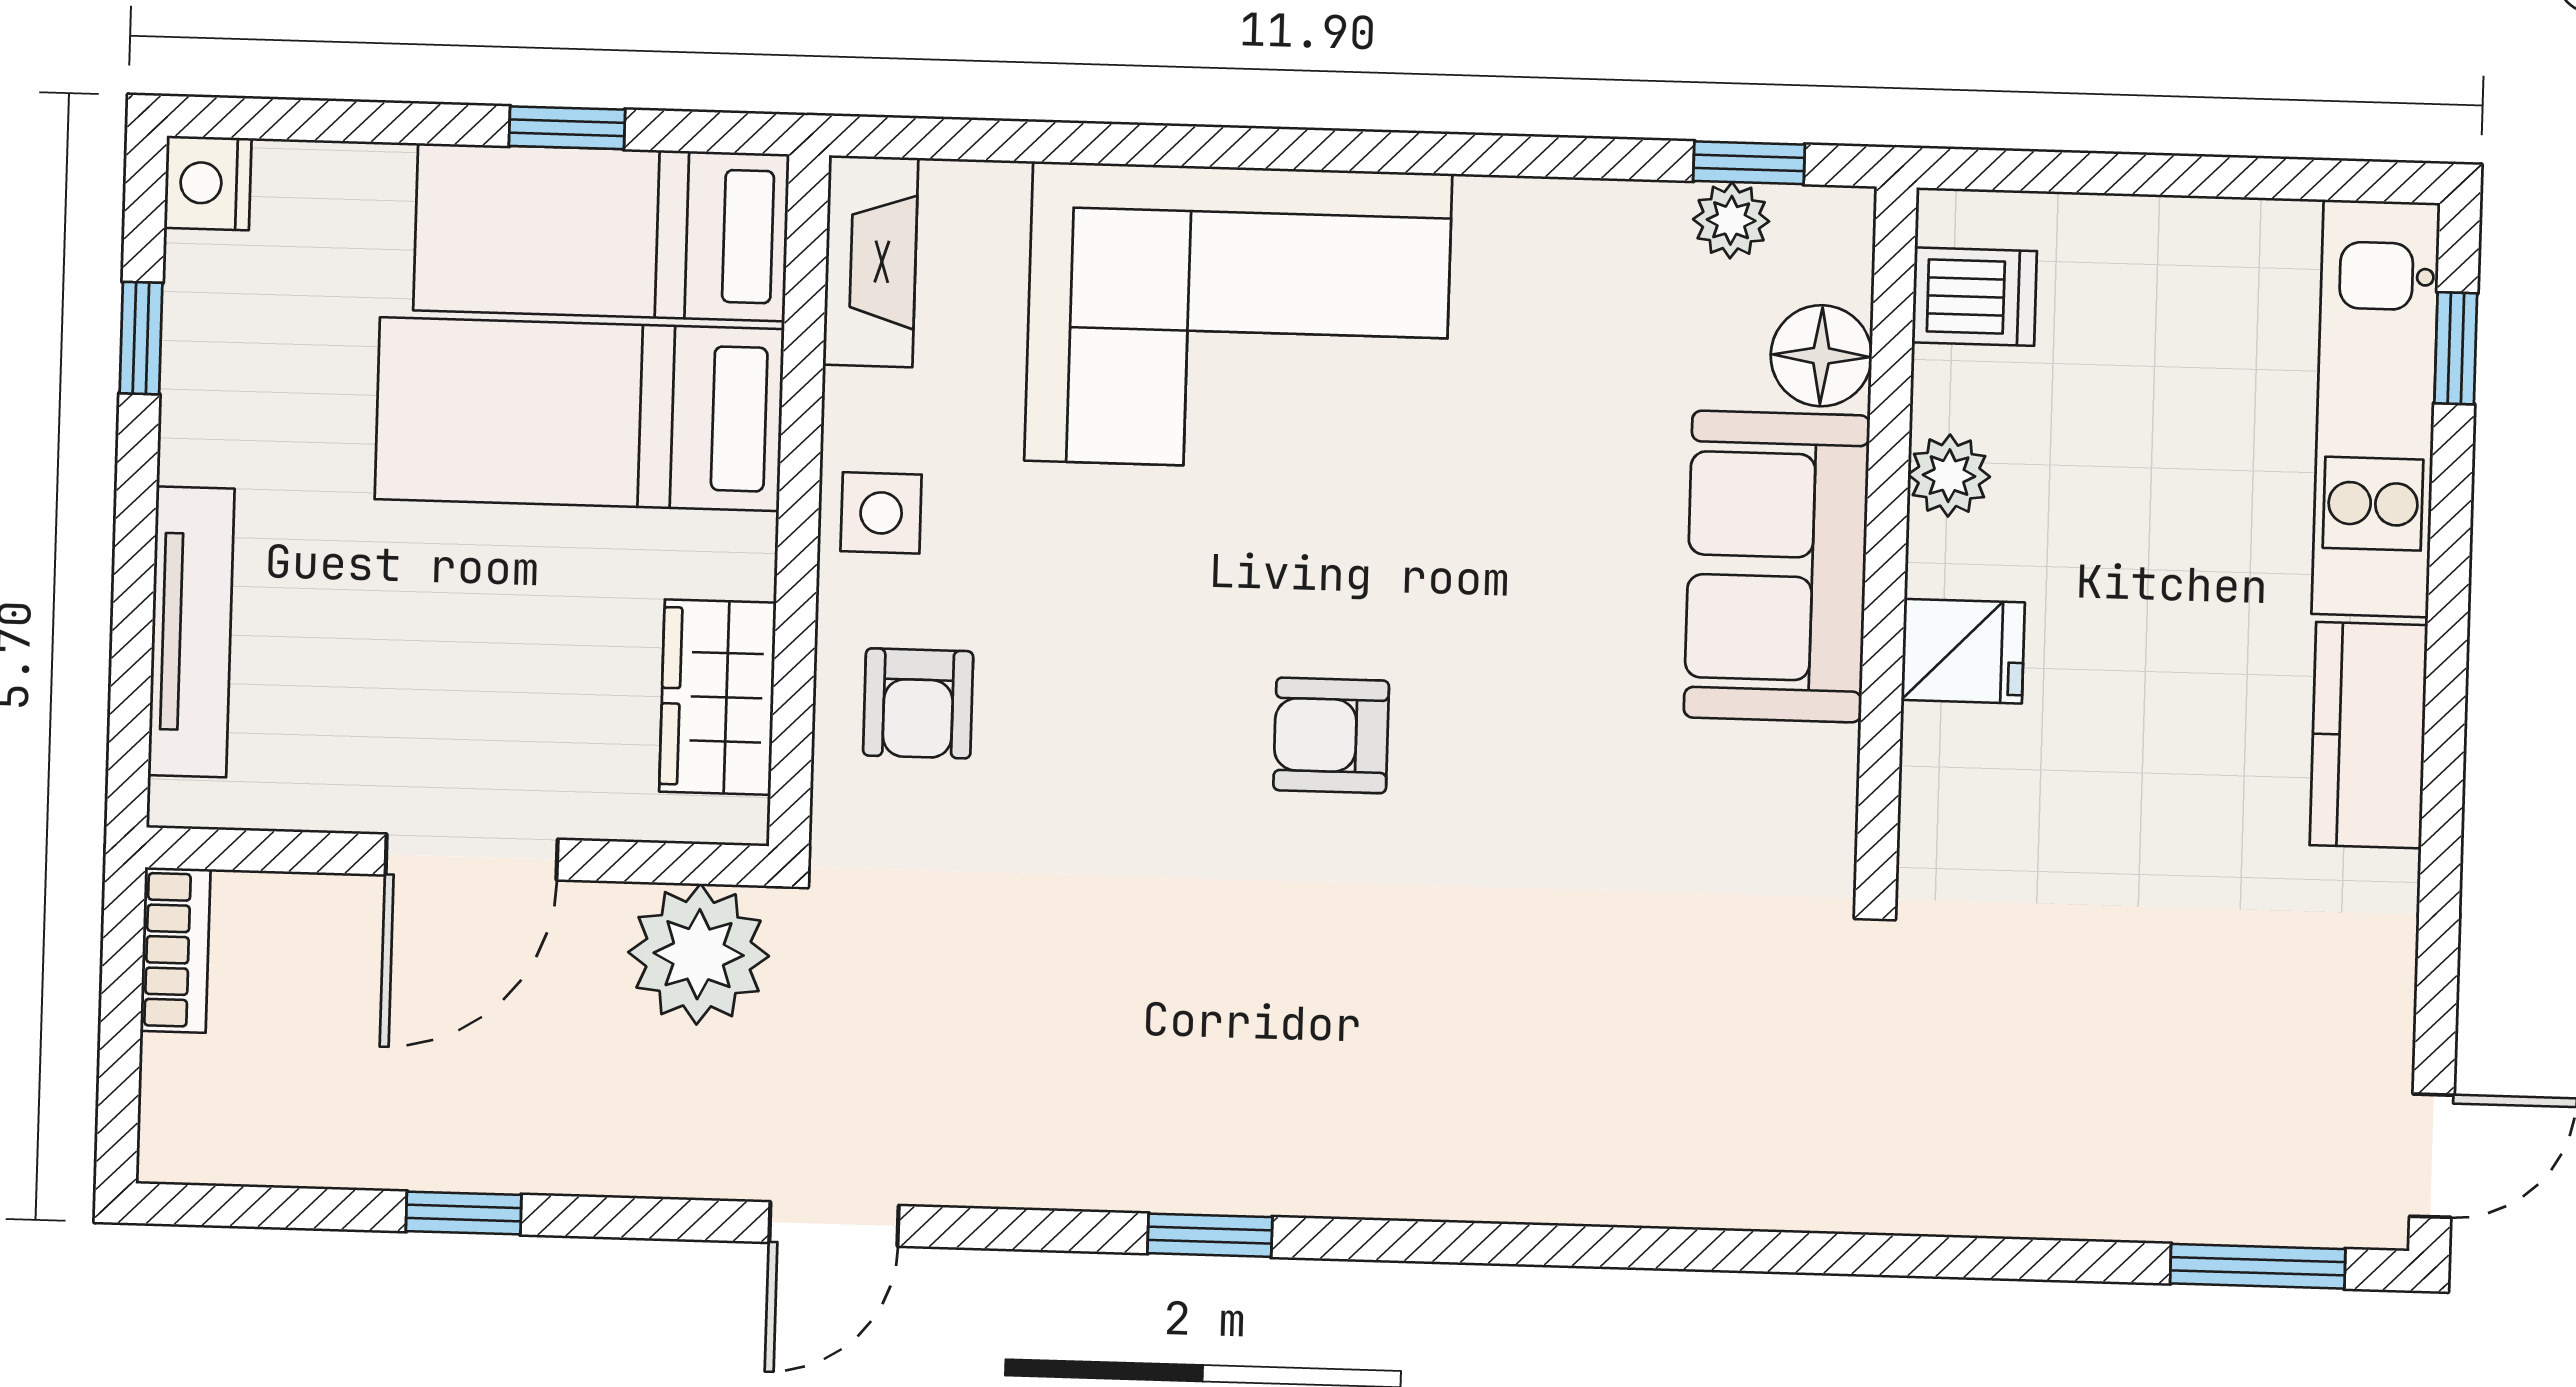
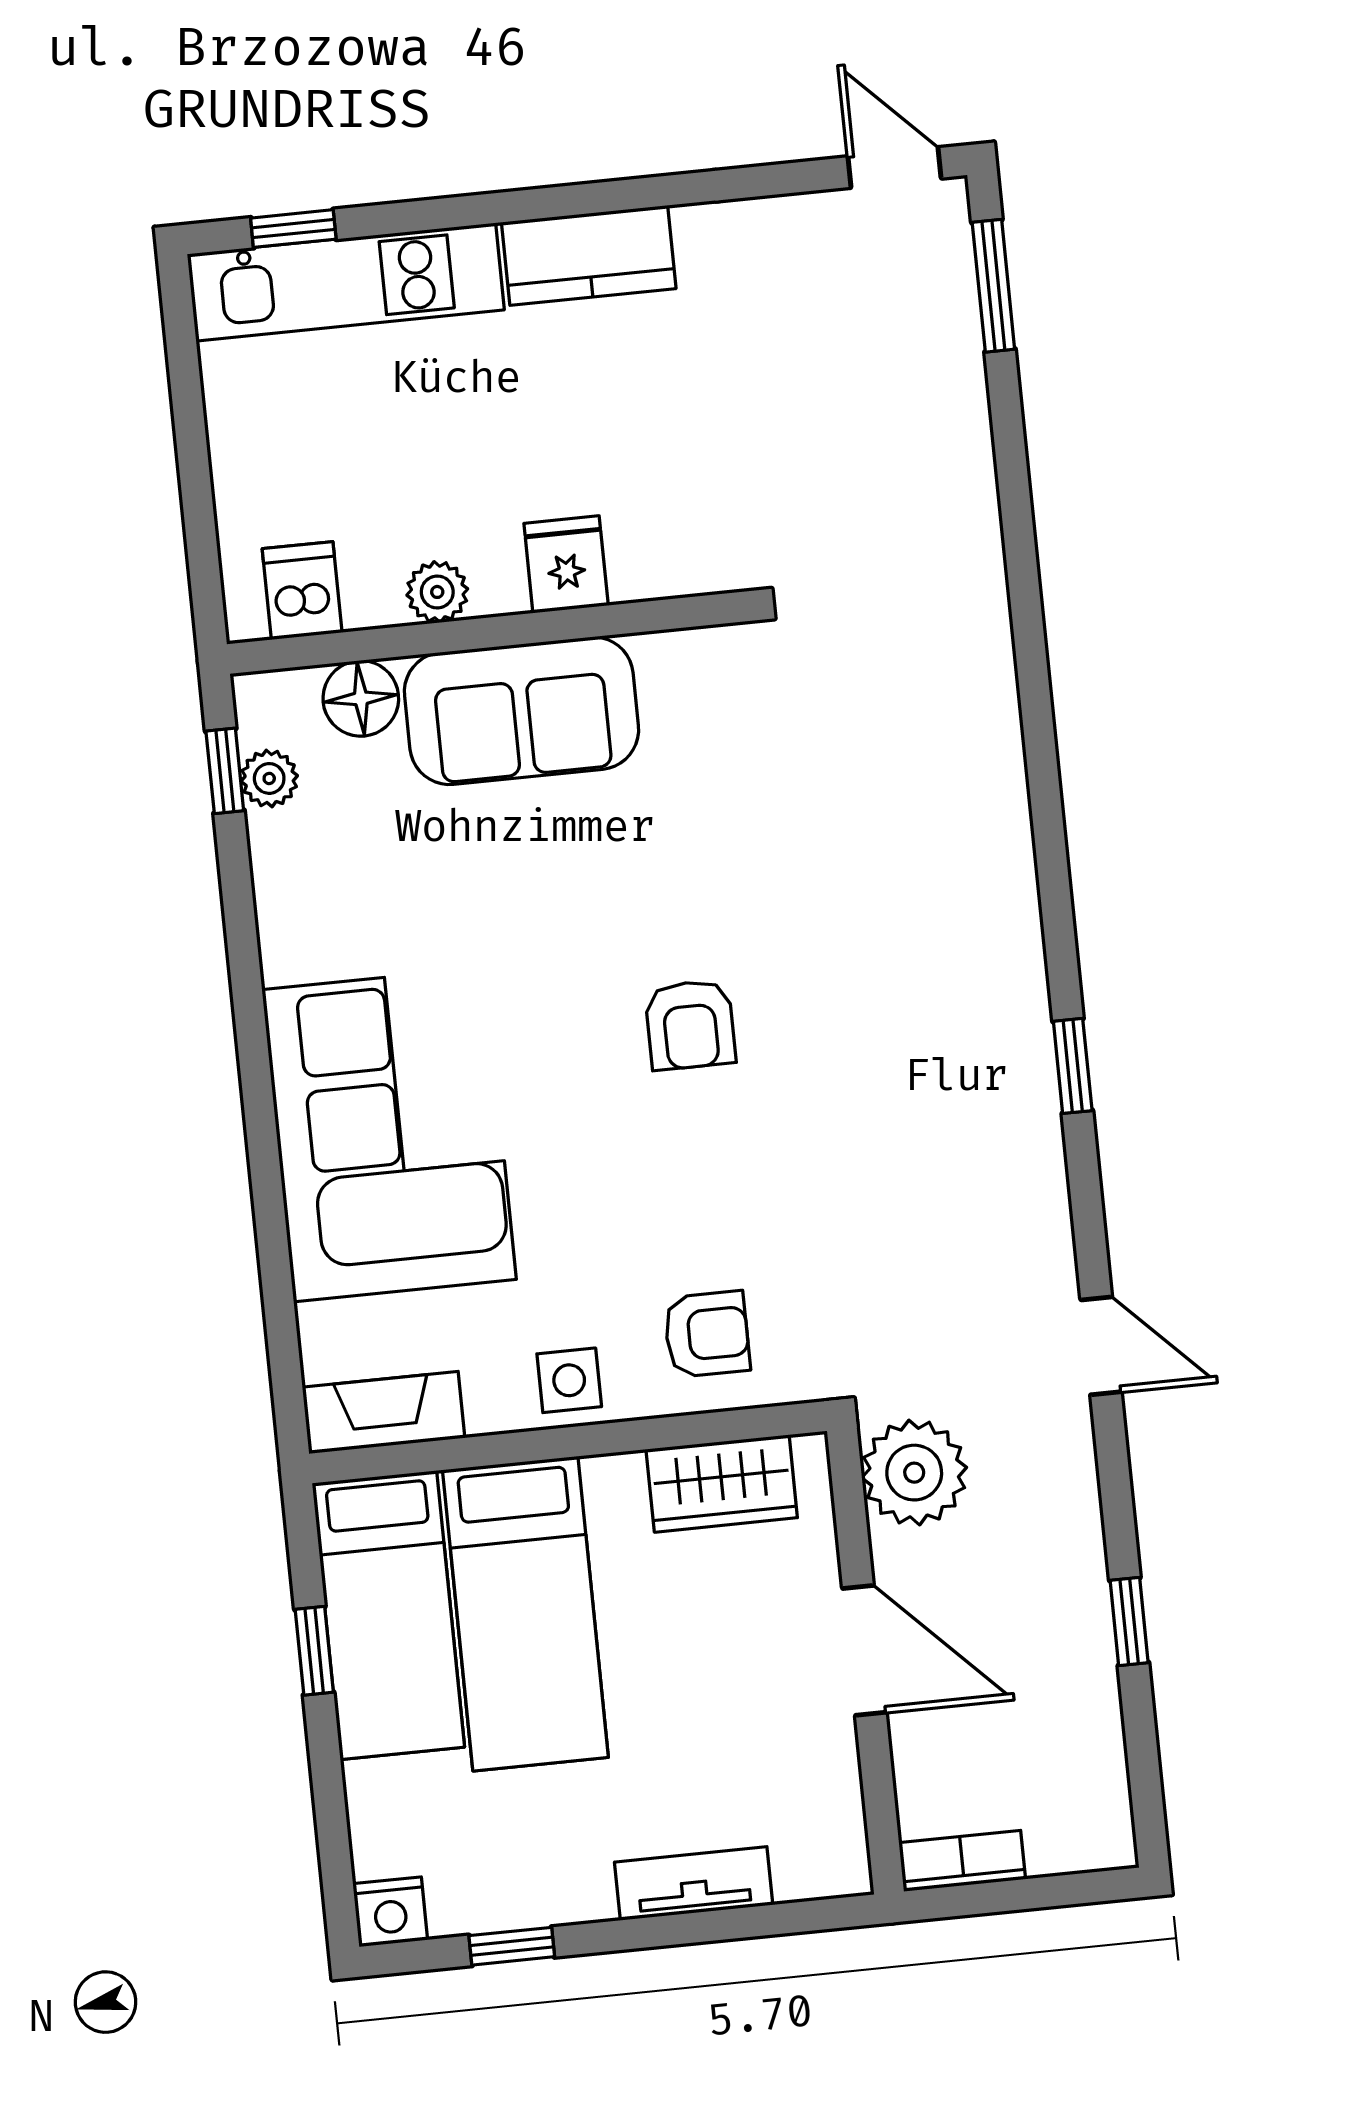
tv unit: (191, 632) -> (694, 1883), width x0.71

